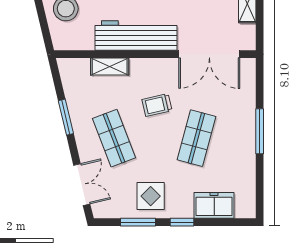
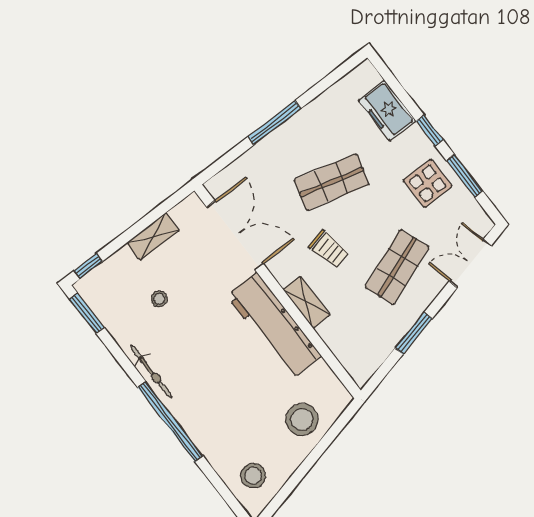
shelving: (110, 66) -> (306, 302), moved

